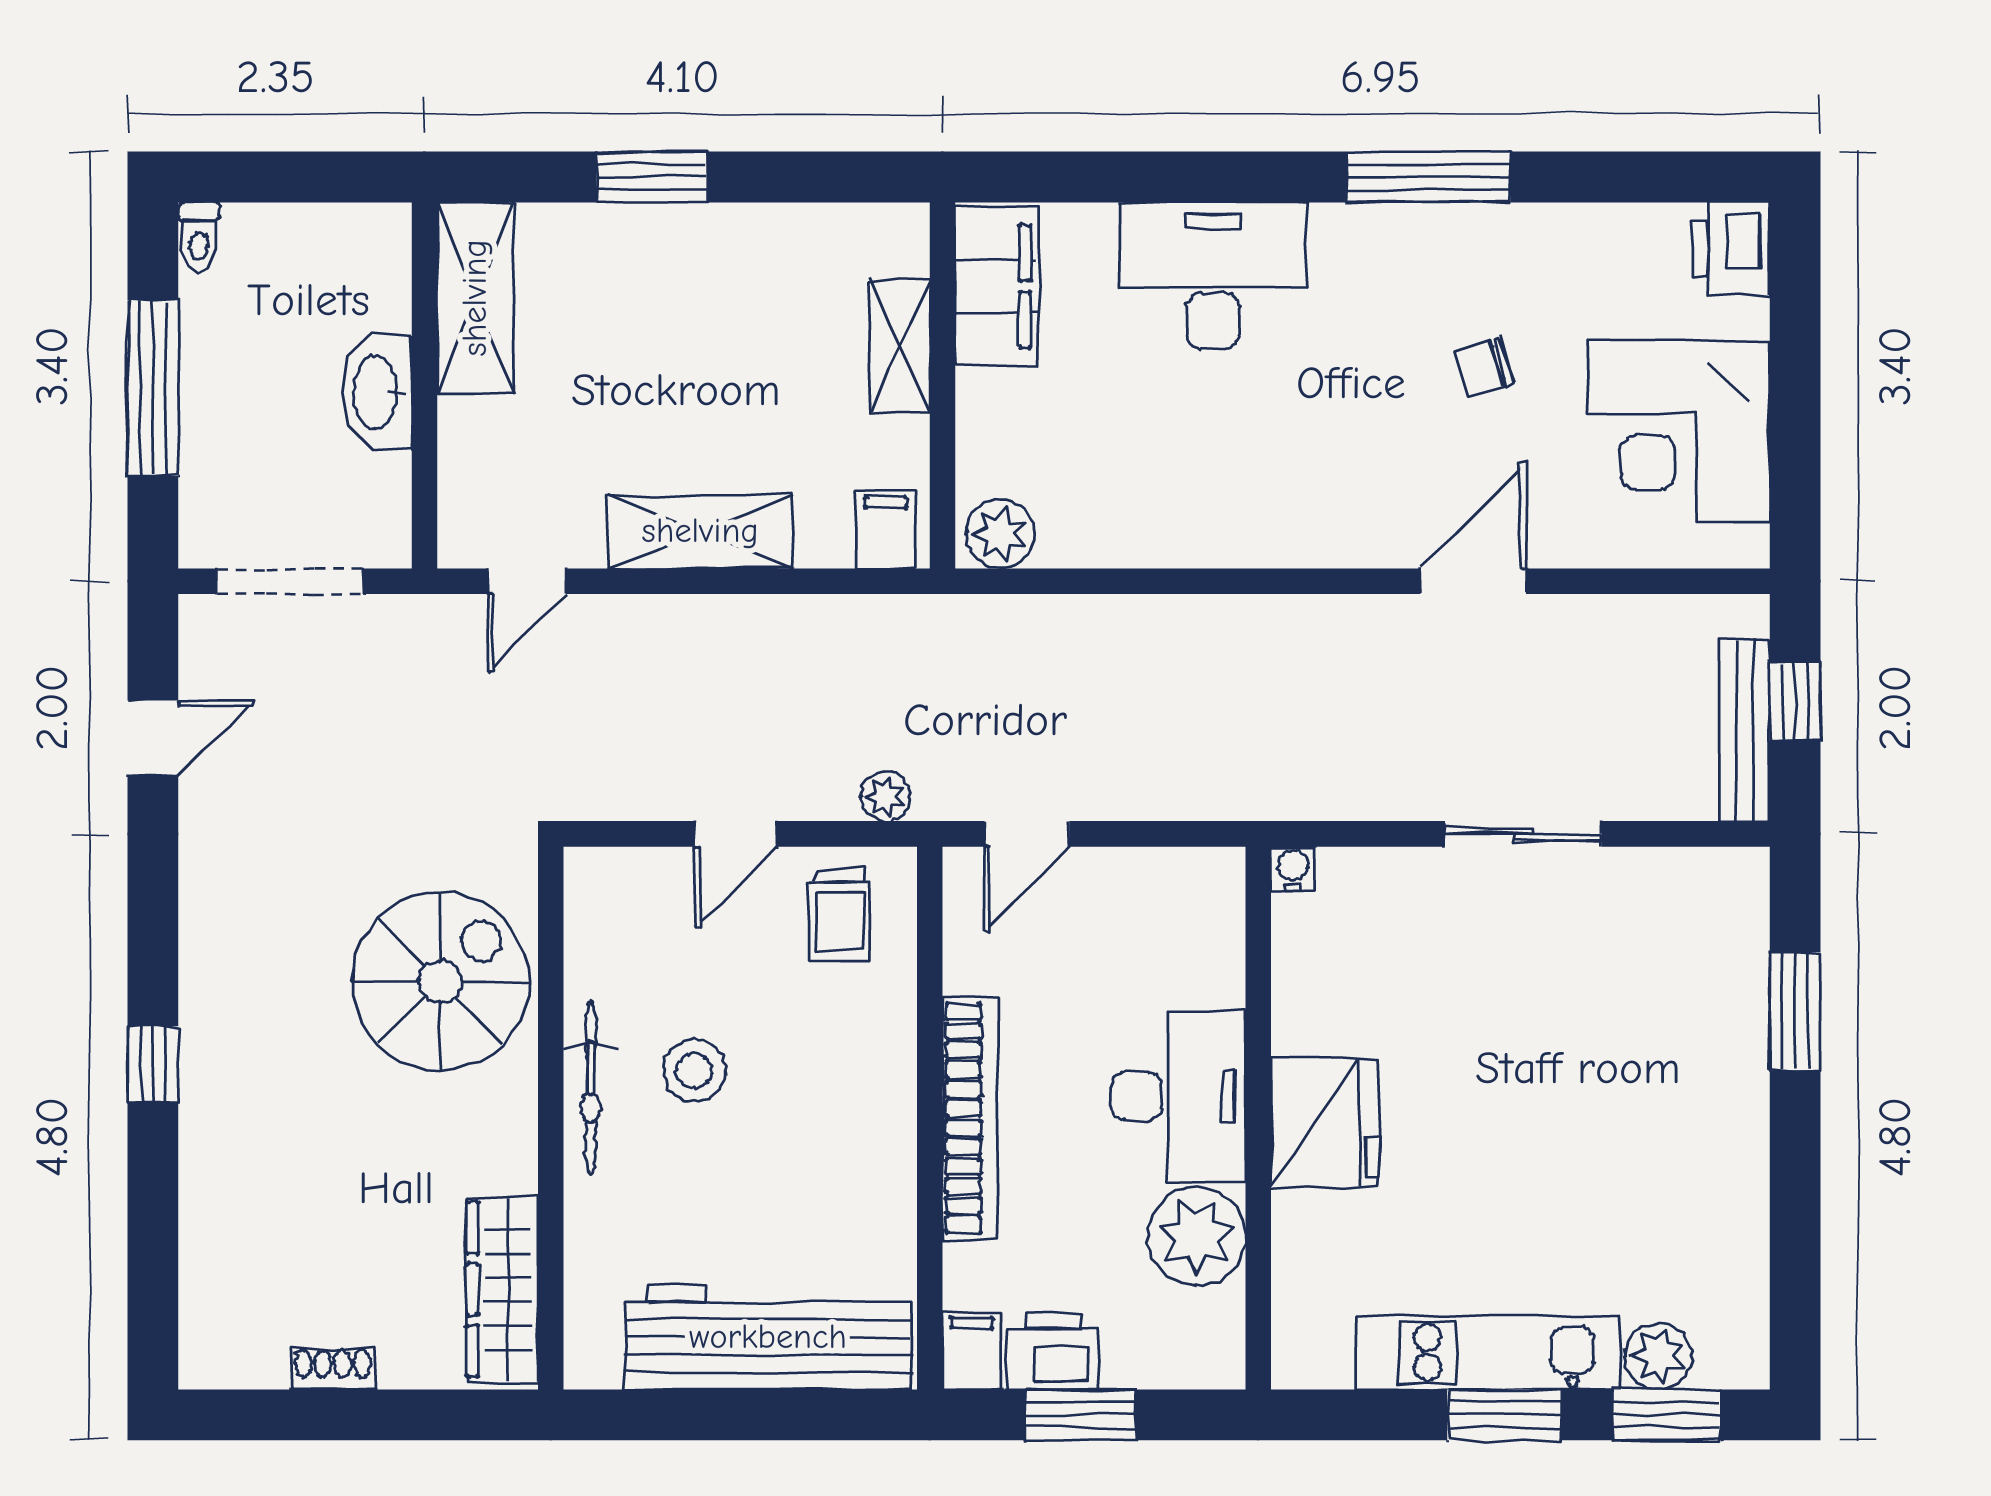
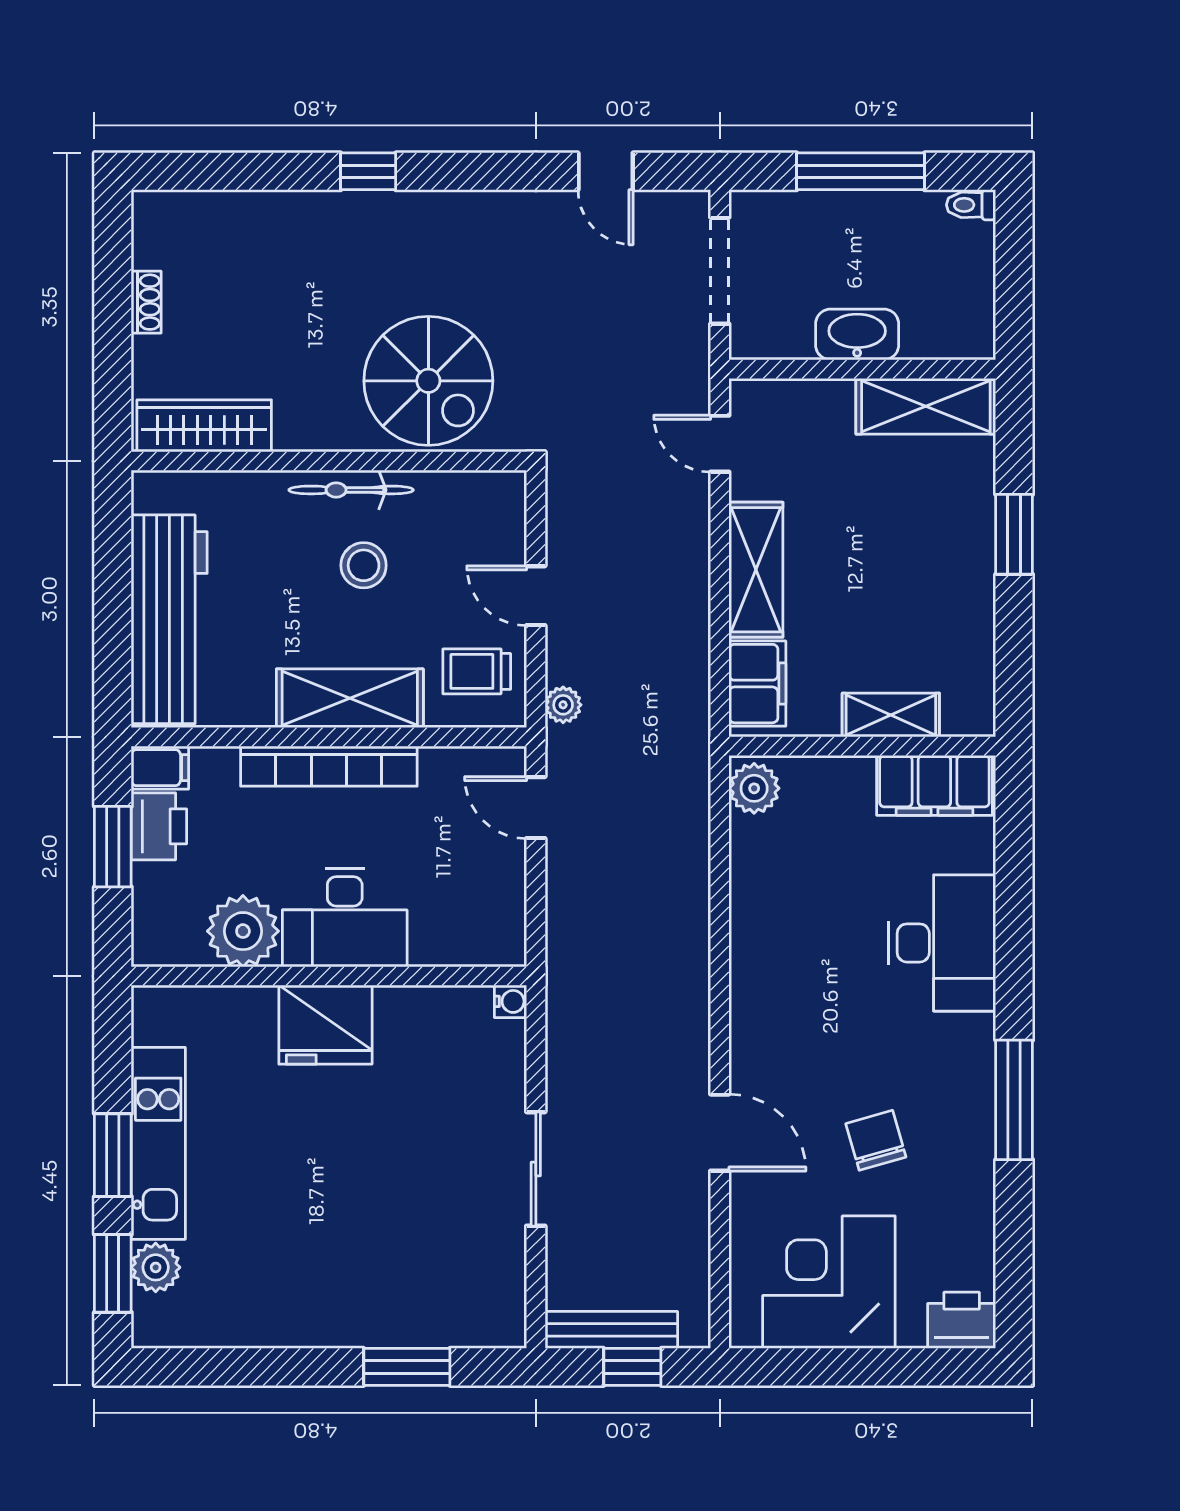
chair: (1484, 367) -> (876, 1140), width x1.37, depth x1.37
filing cabinet: (886, 530) -> (757, 684), width x2.00
shelving: (877, 1089) -> (350, 698), added

